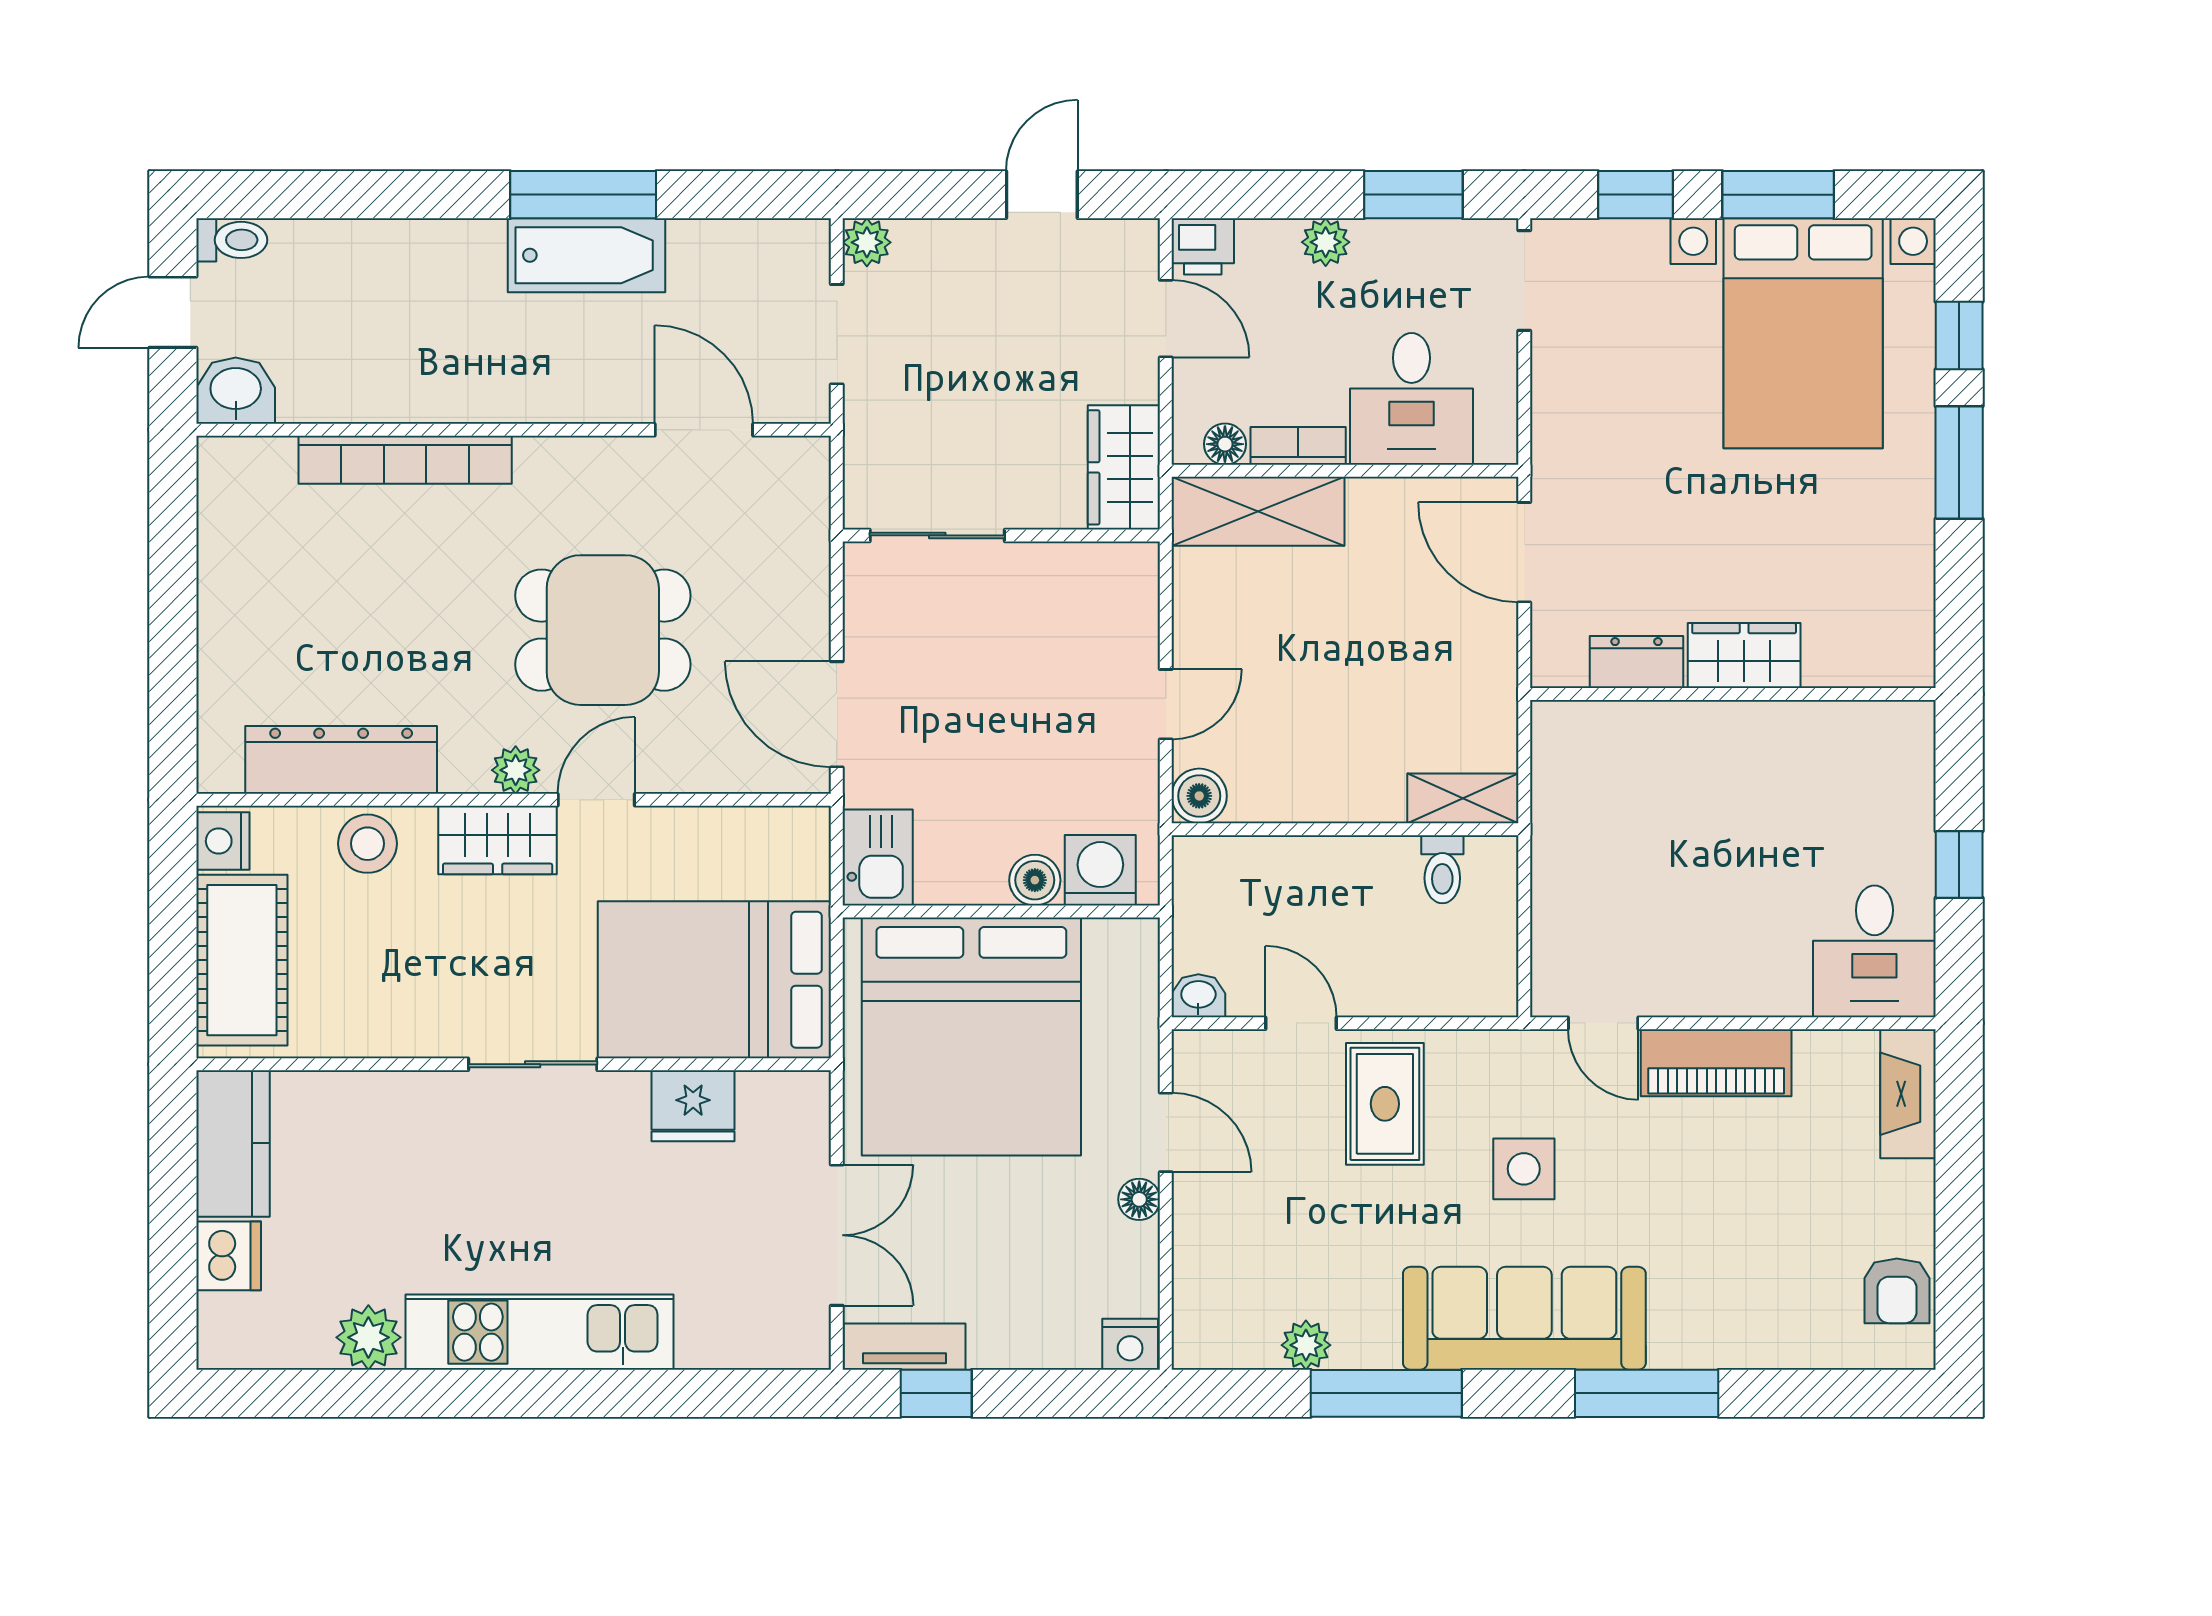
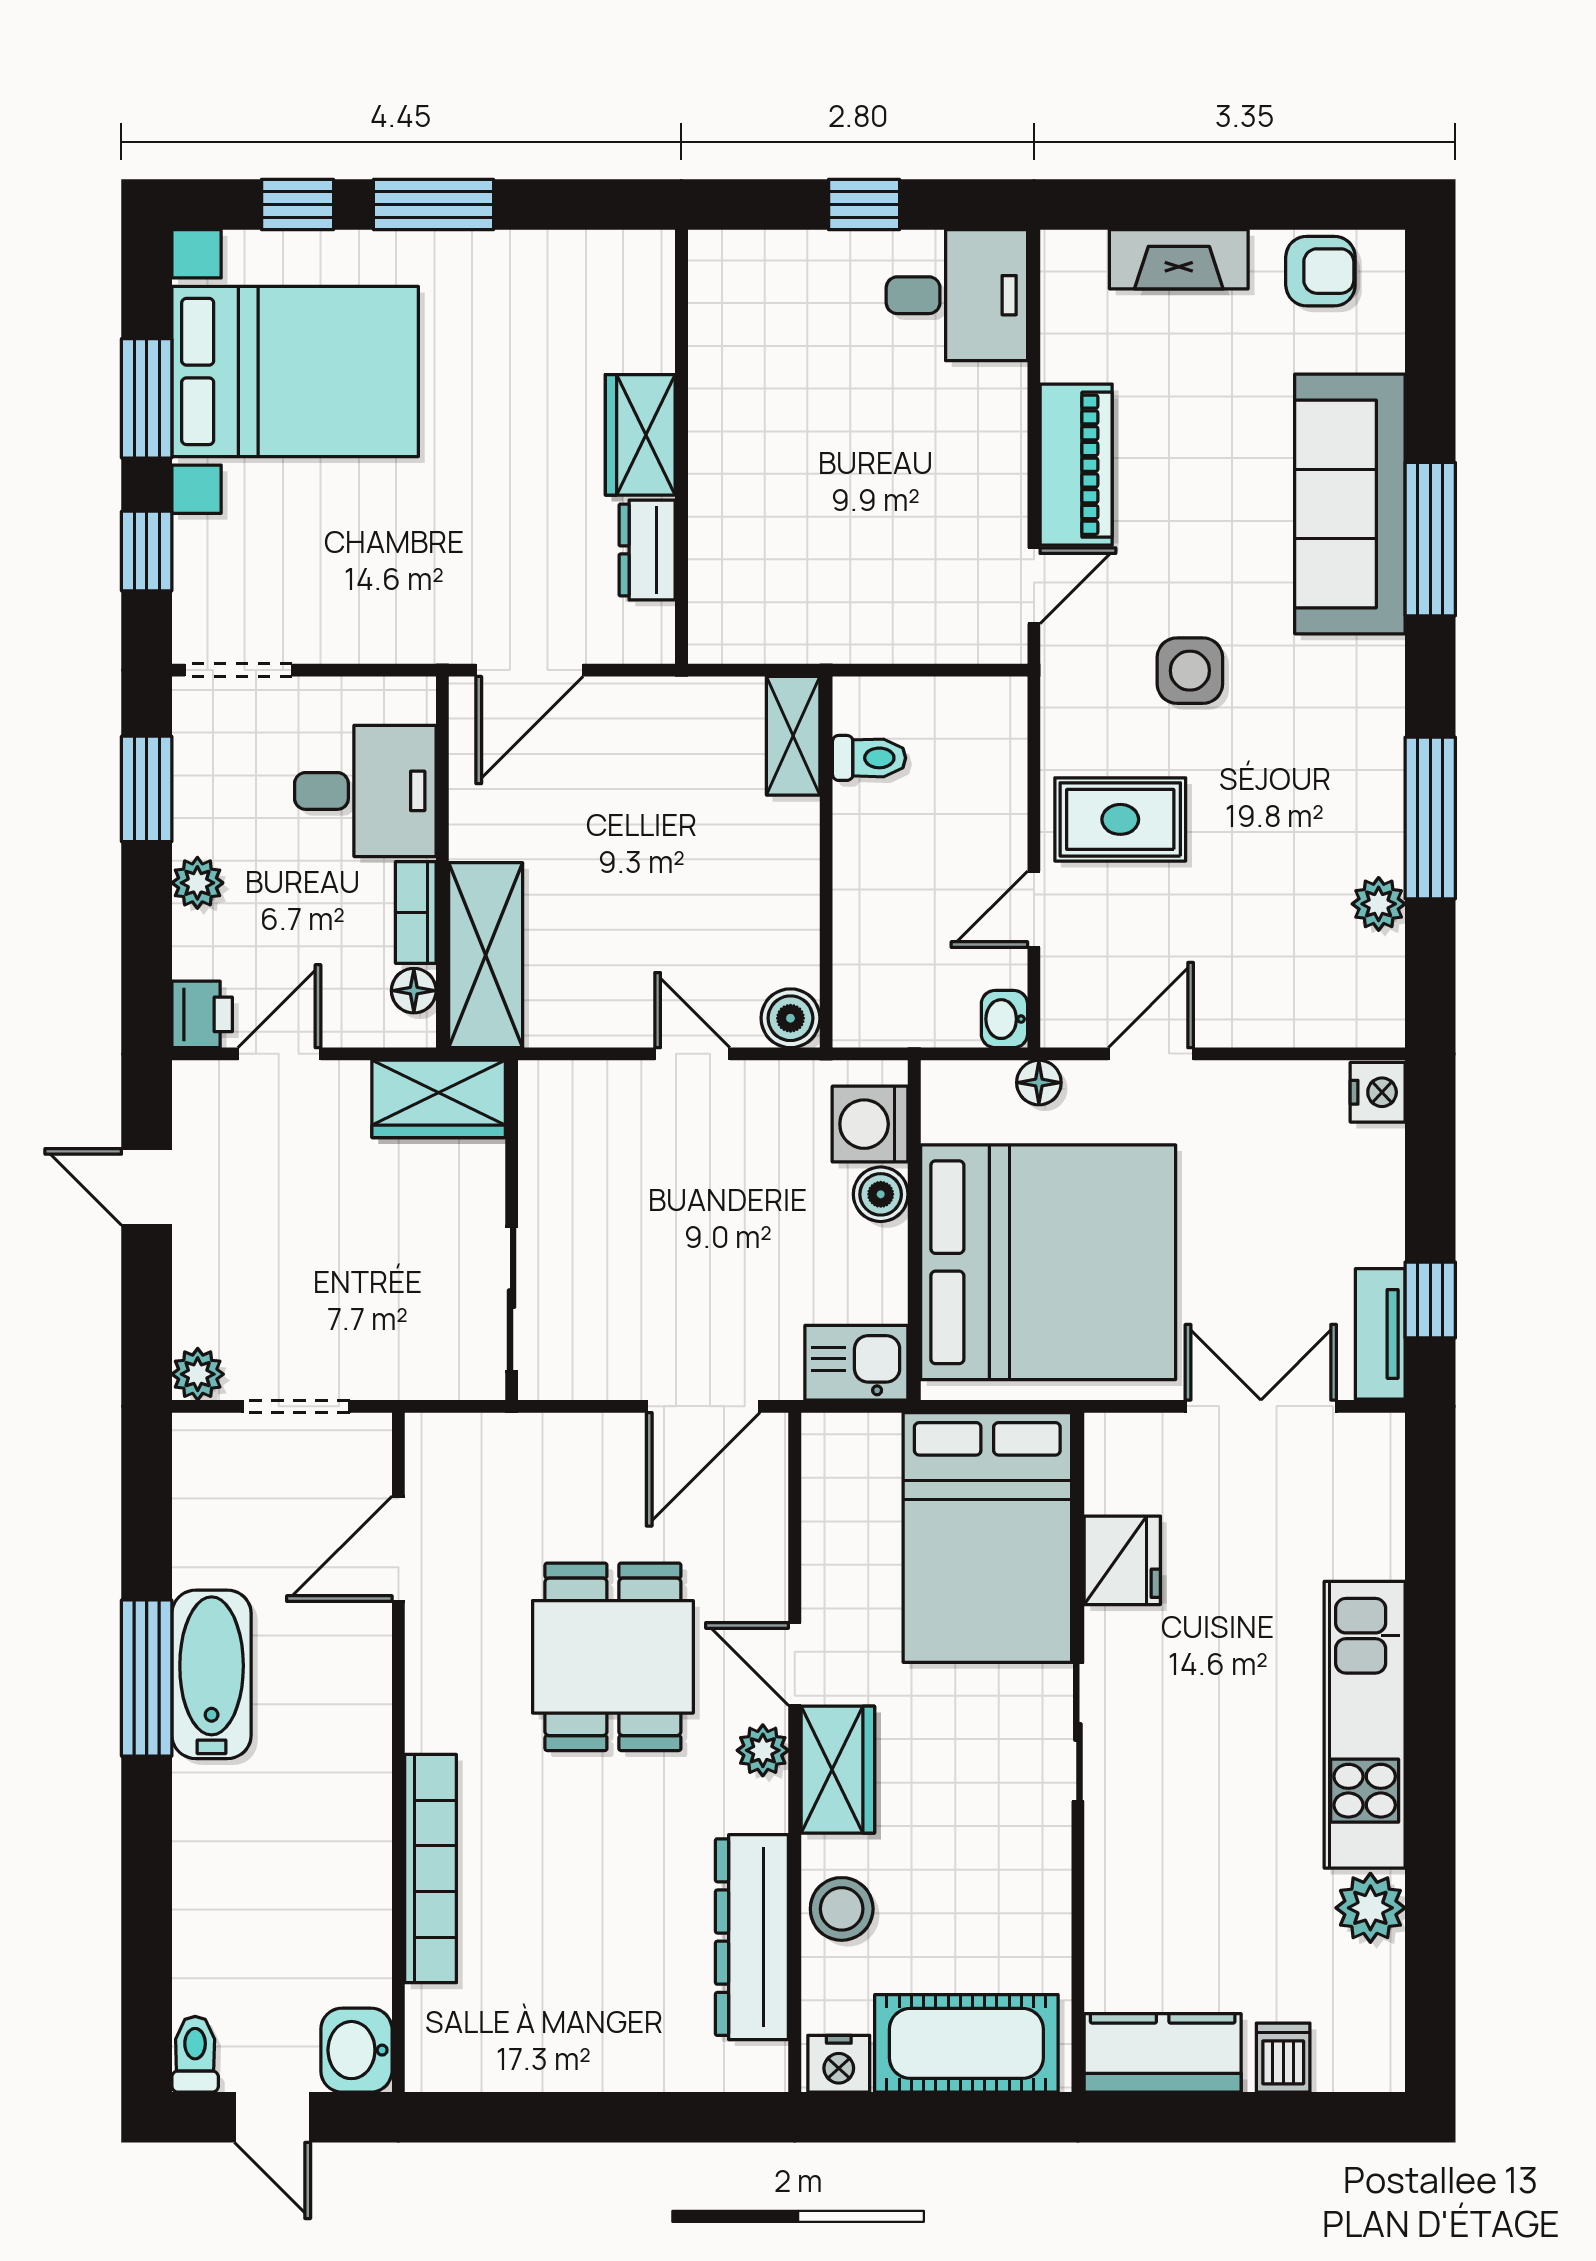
fireplace: (1908, 1094) -> (1179, 259), moved
floor lamp: (1139, 1199) -> (1039, 1083), moved
dishwasher: (229, 1256) -> (1283, 2058), width x0.73
sofa: (1524, 1318) -> (1350, 504), moved

